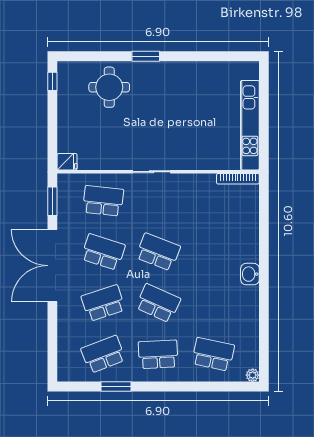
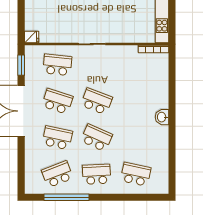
school desk: (103, 303) -> (57, 138), turned 30
plant: (253, 375) -> (164, 189), removed
window: (116, 387) -> (67, 197), width x2.11

